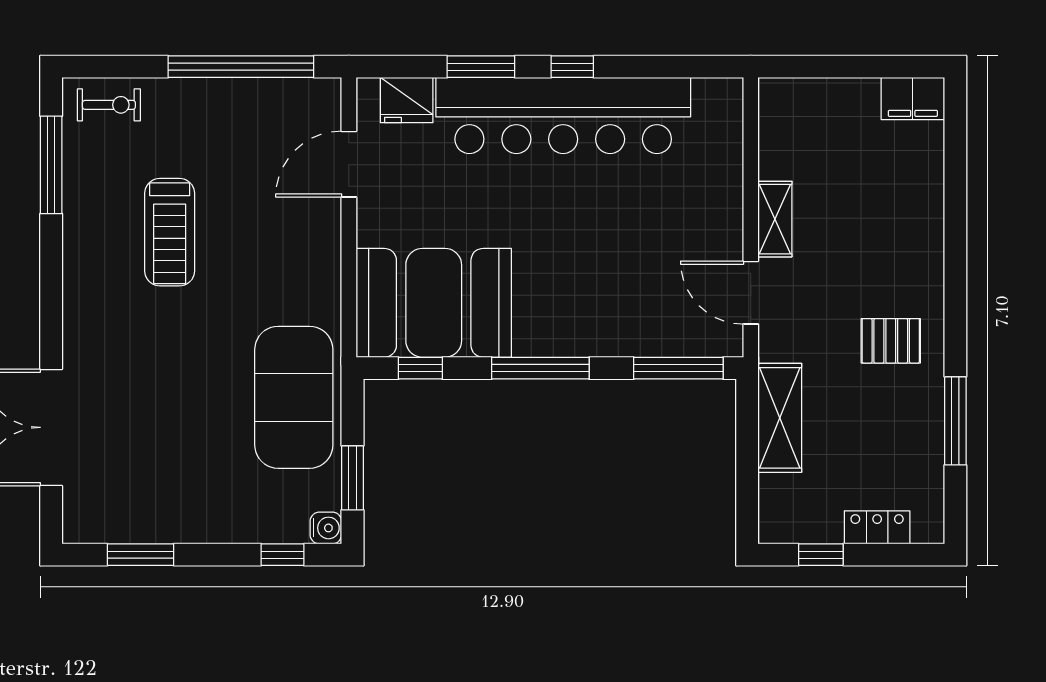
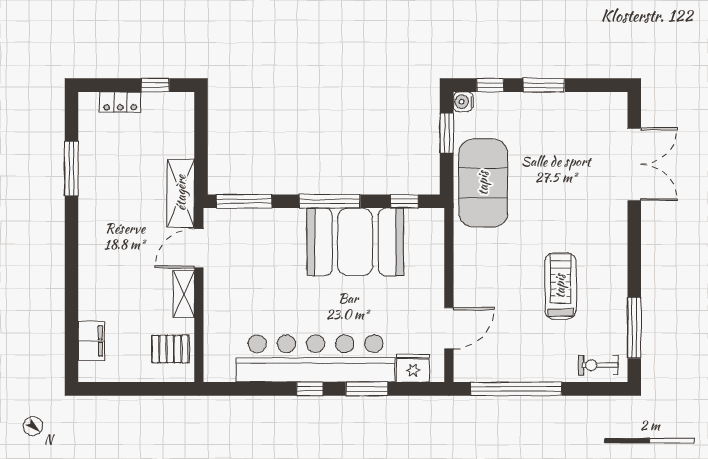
filing cabinet: (913, 99) -> (91, 341), moved, turned 90
door: (751, 293) -> (199, 248), swing flipped
booth: (434, 303) -> (355, 242), moved
pallet: (891, 341) -> (170, 349), moved
shelving: (780, 418) -> (181, 193), moved
window: (141, 555) -> (544, 85), moved

